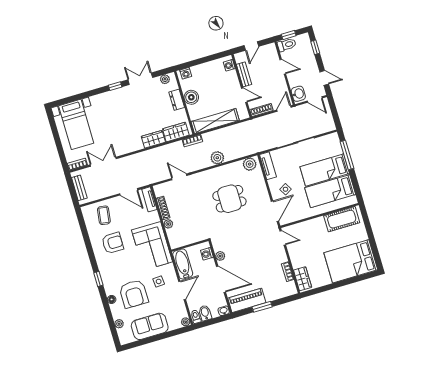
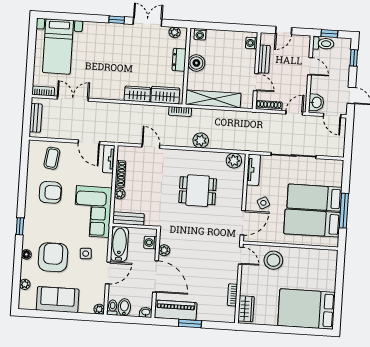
window: (347, 155) -> (344, 211), moved
cot: (342, 219) -> (313, 259), removed
stool: (310, 232) -> (273, 260), added
bench: (182, 241) -> (128, 219), added
armchair: (134, 294) -> (53, 257), turned 180

